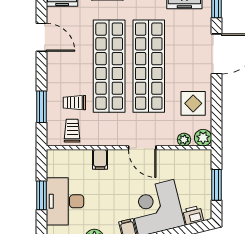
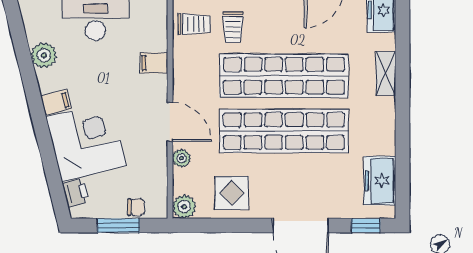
trolley: (74, 103) -> (233, 27), turned 180
plant: (184, 140) -> (181, 158), moved
door: (142, 148) -> (170, 122), swing flipped
chair: (203, 172) -> (136, 207), added

